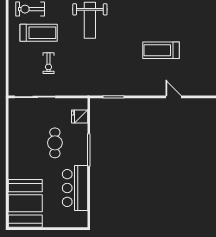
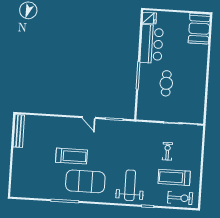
exercise mat: (143, 21) -> (85, 181), added
door: (173, 97) -> (89, 118), moved
fridge: (80, 117) -> (149, 18), moved
booth: (25, 203) -> (199, 29), width x0.73, depth x0.70

